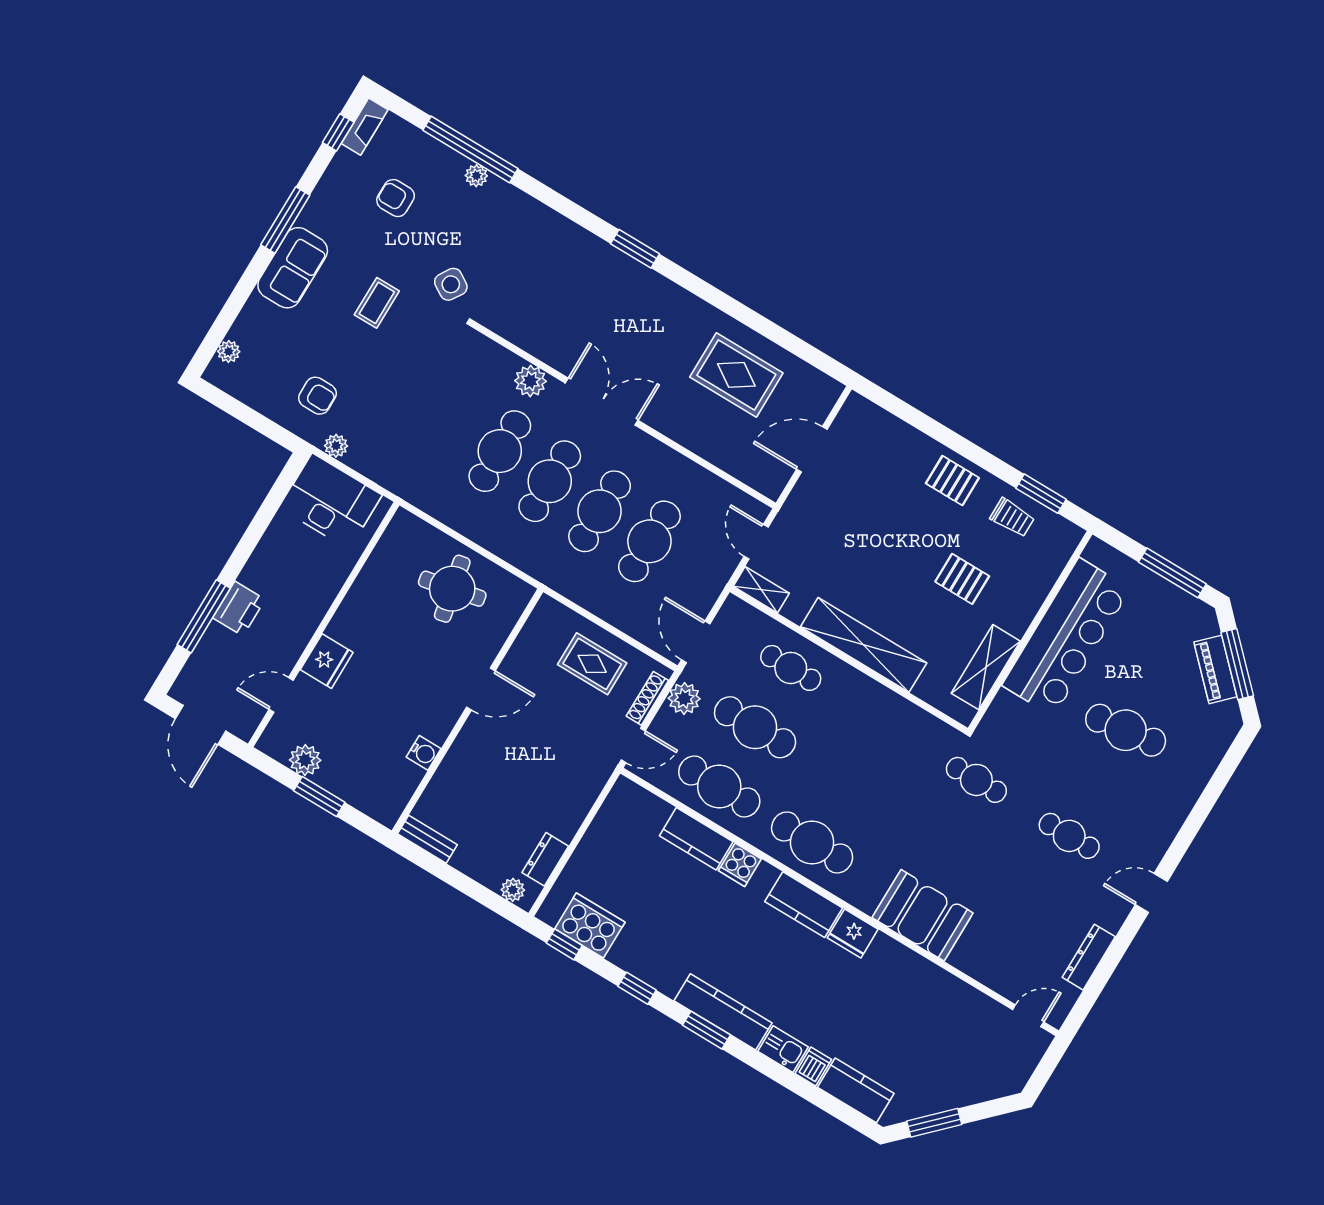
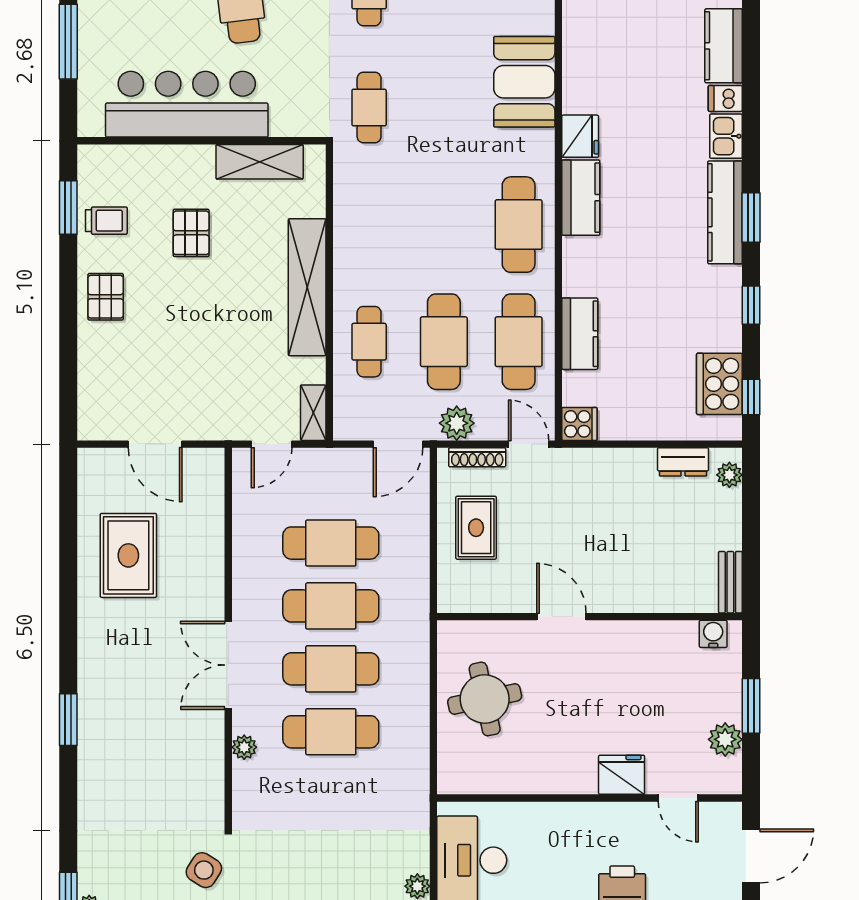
plant: (530, 381) -> (244, 747), width x0.73, depth x0.73
trolley: (1012, 518) -> (106, 221), turned 90
water cooler: (424, 753) -> (713, 634), moved
cooker: (740, 865) -> (579, 424), moved

